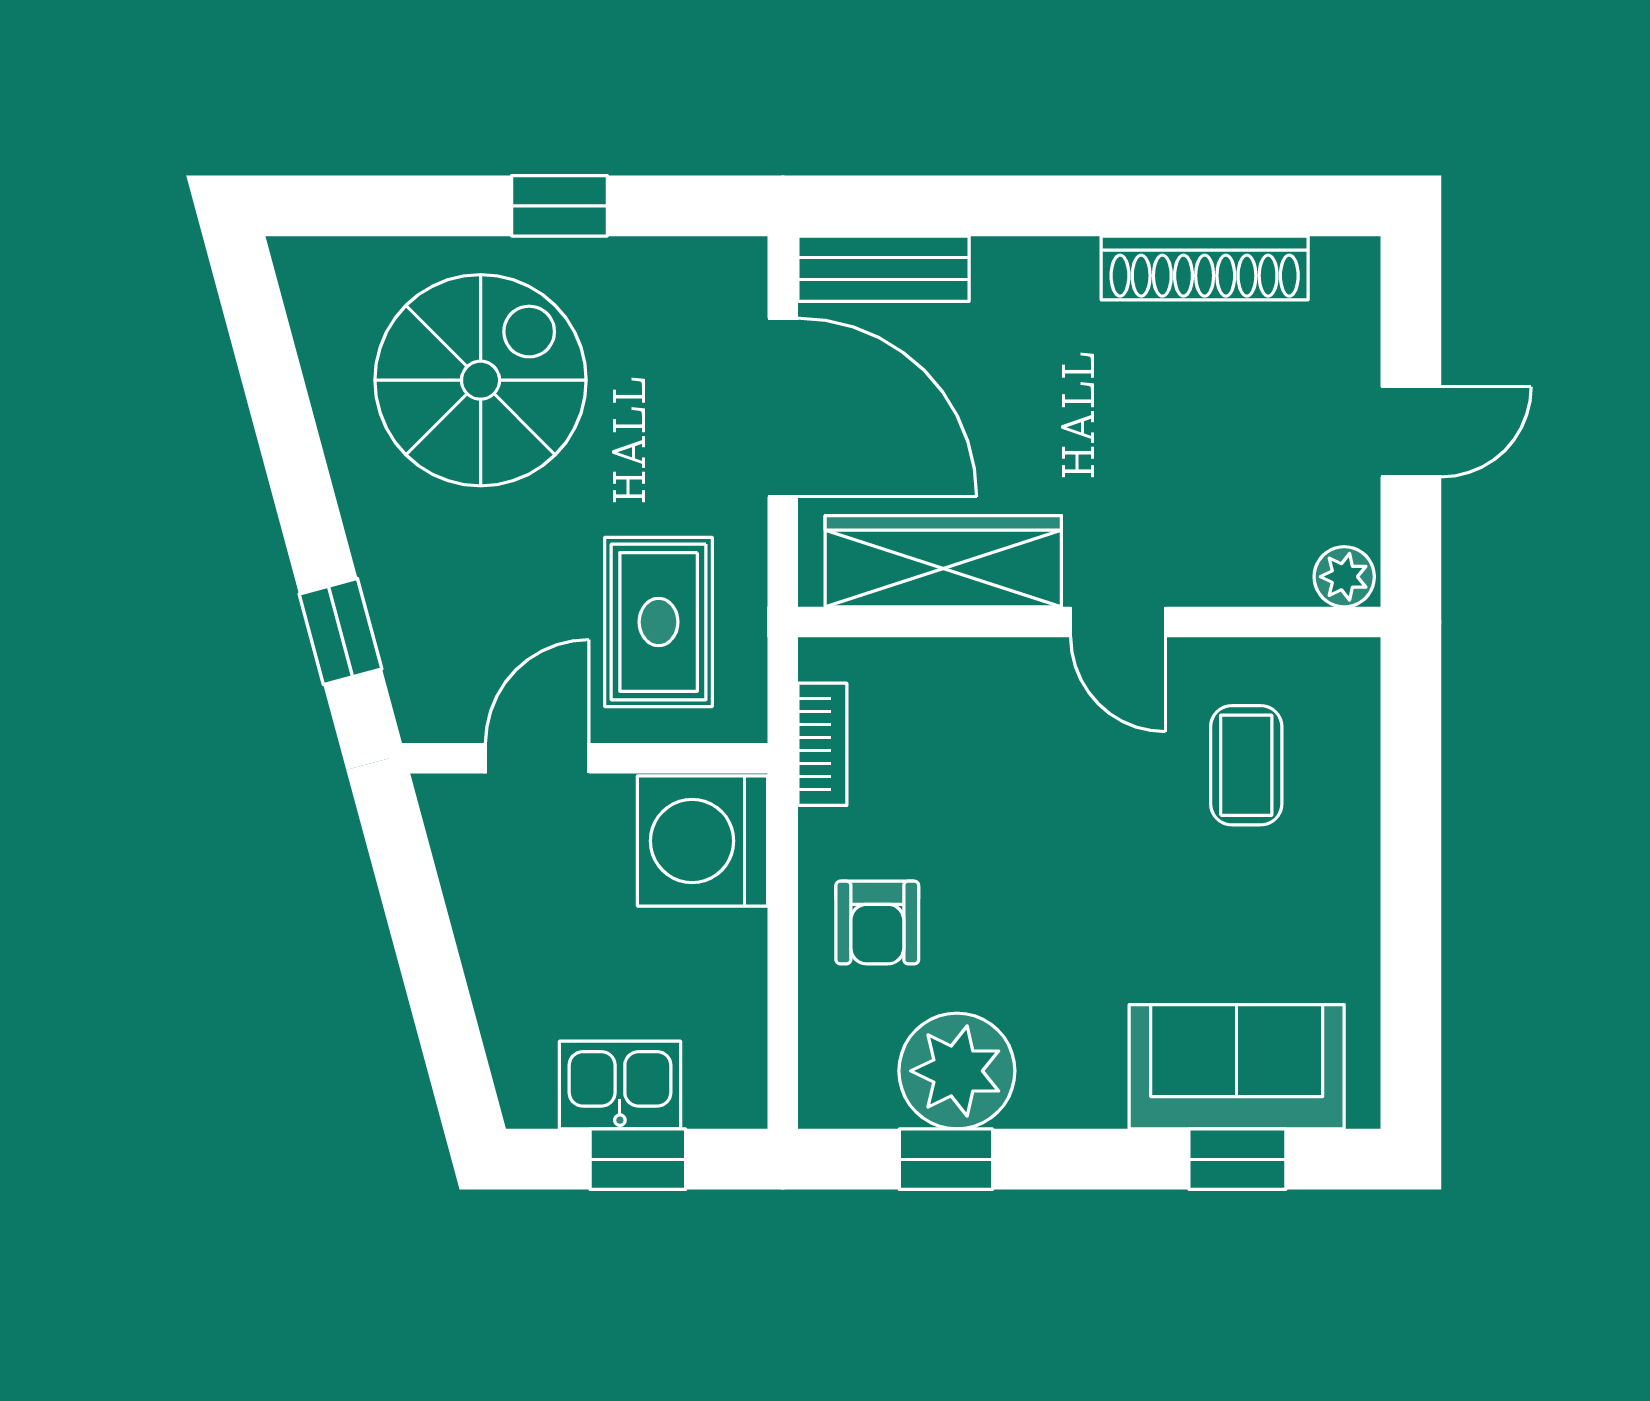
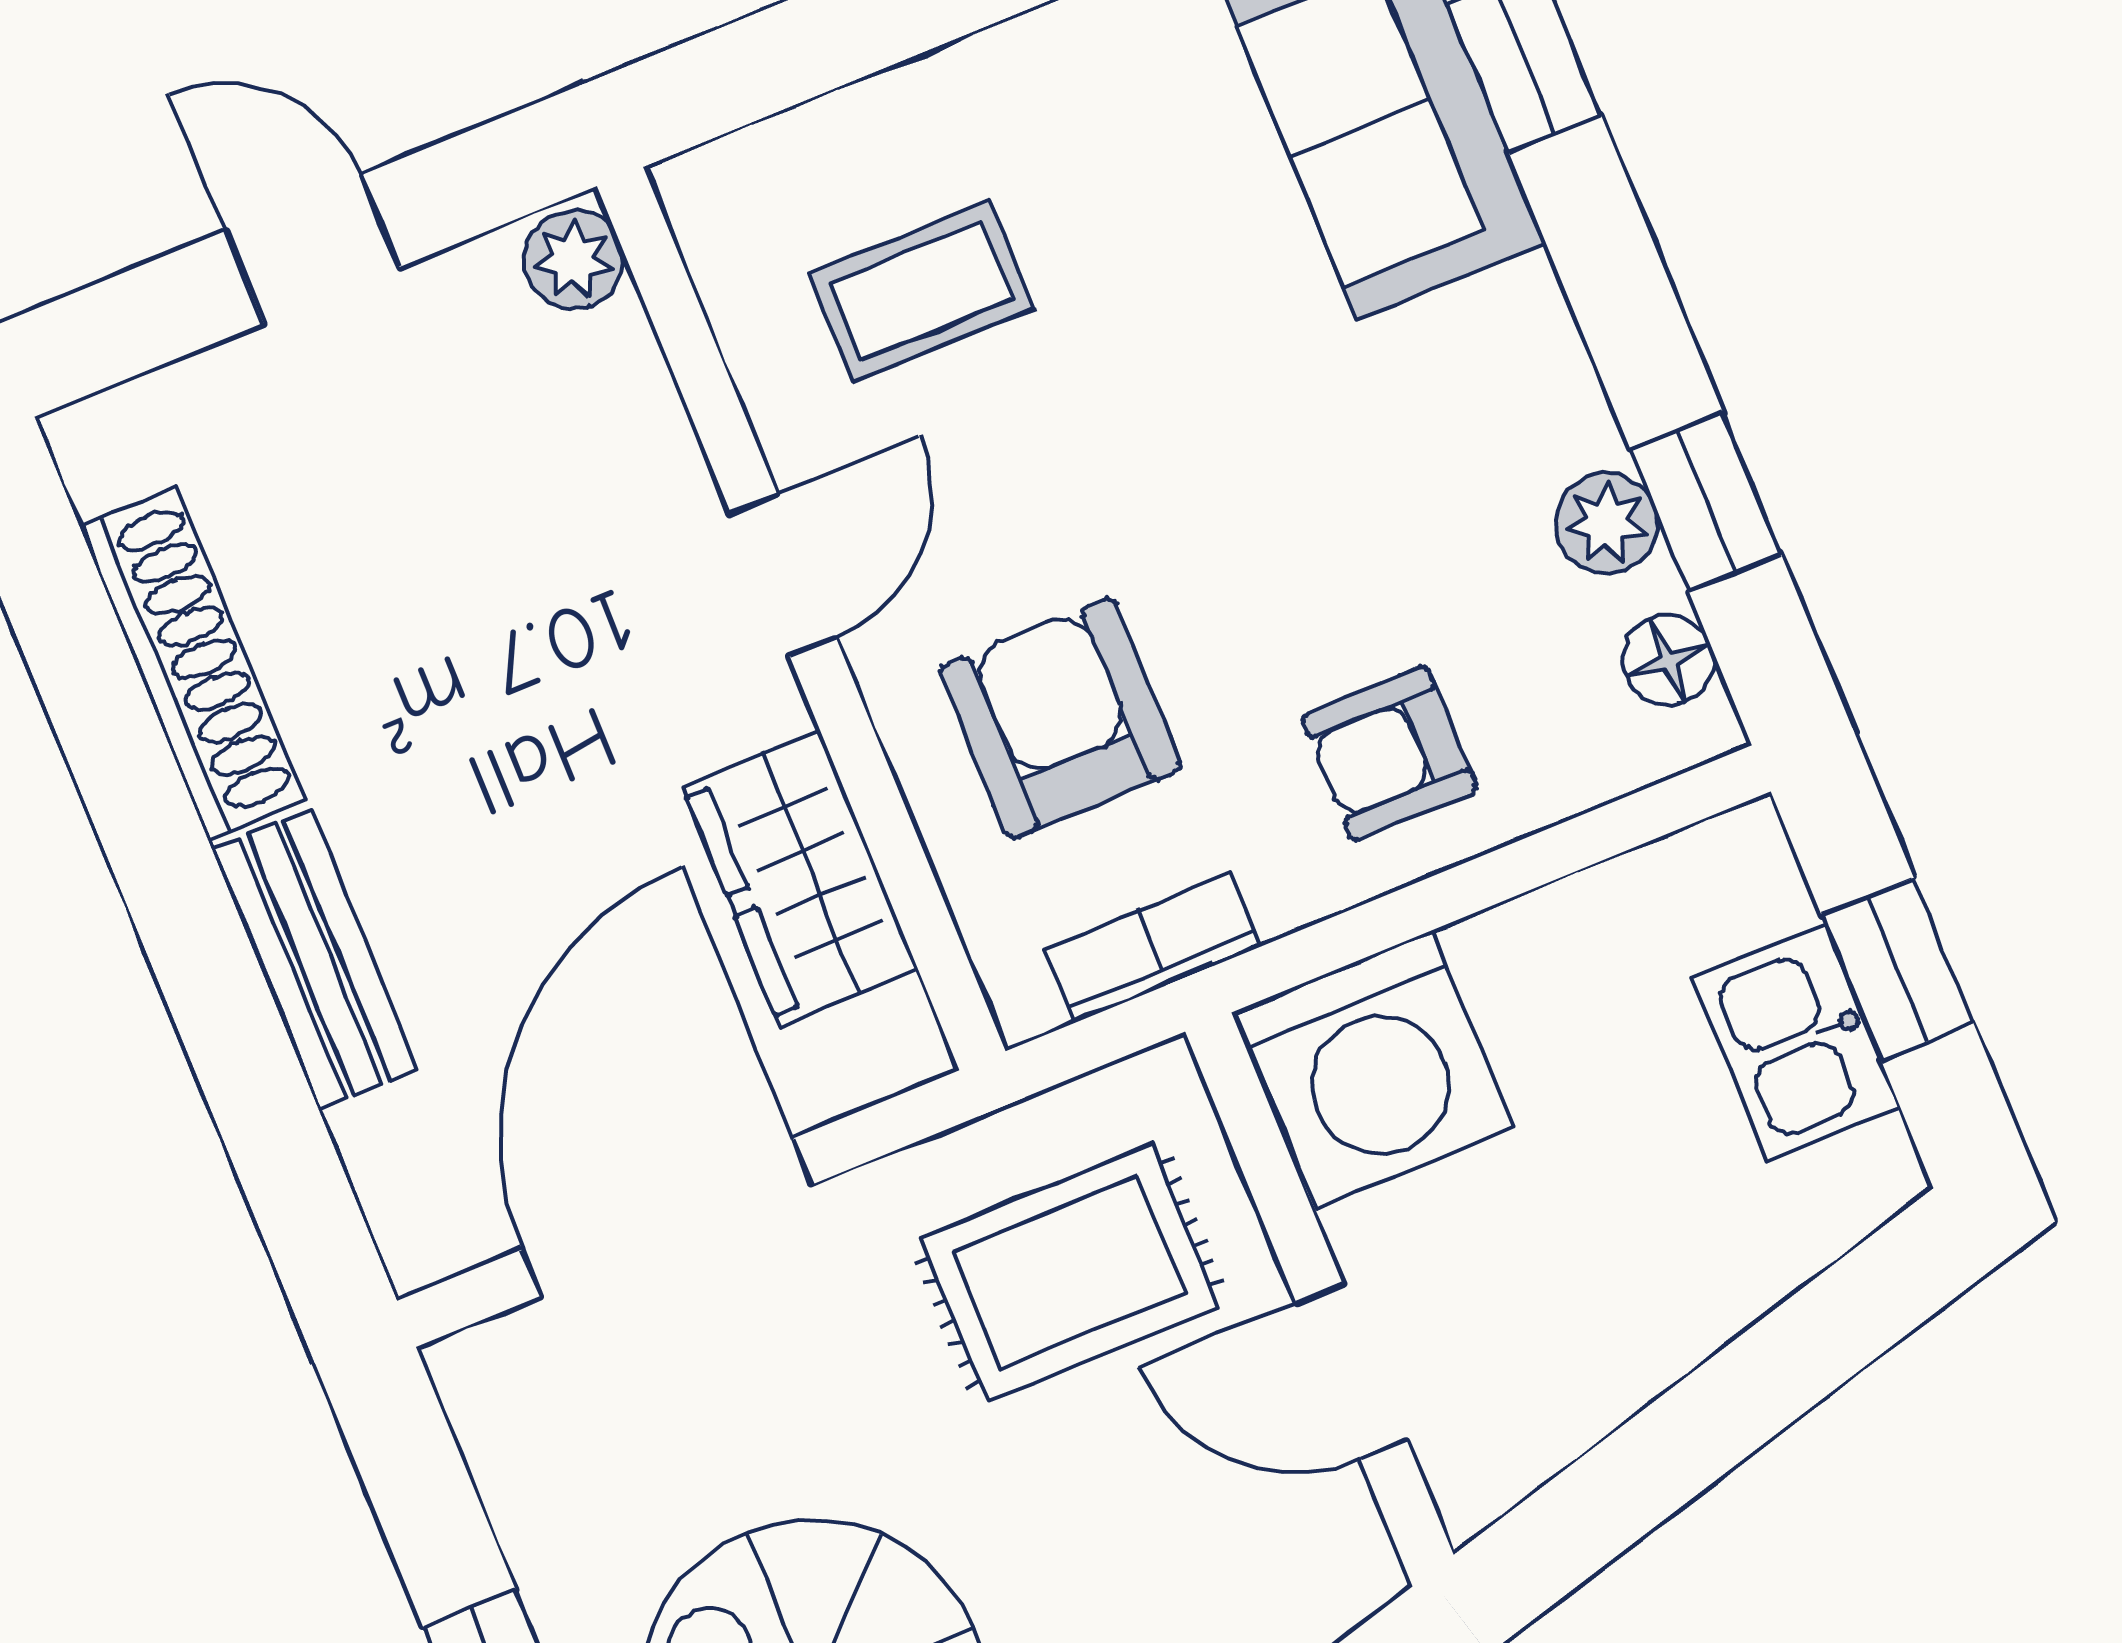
bench: (883, 269) -> (315, 959), moved
wardrobe: (943, 561) -> (800, 878), width x0.67
armchair: (973, 745) -> (1060, 718), added
armchair: (877, 922) -> (1389, 753), turned 180
plant: (957, 1071) -> (1606, 523), width x0.53, depth x0.53
floor lamp: (865, 1101) -> (1668, 660), added

